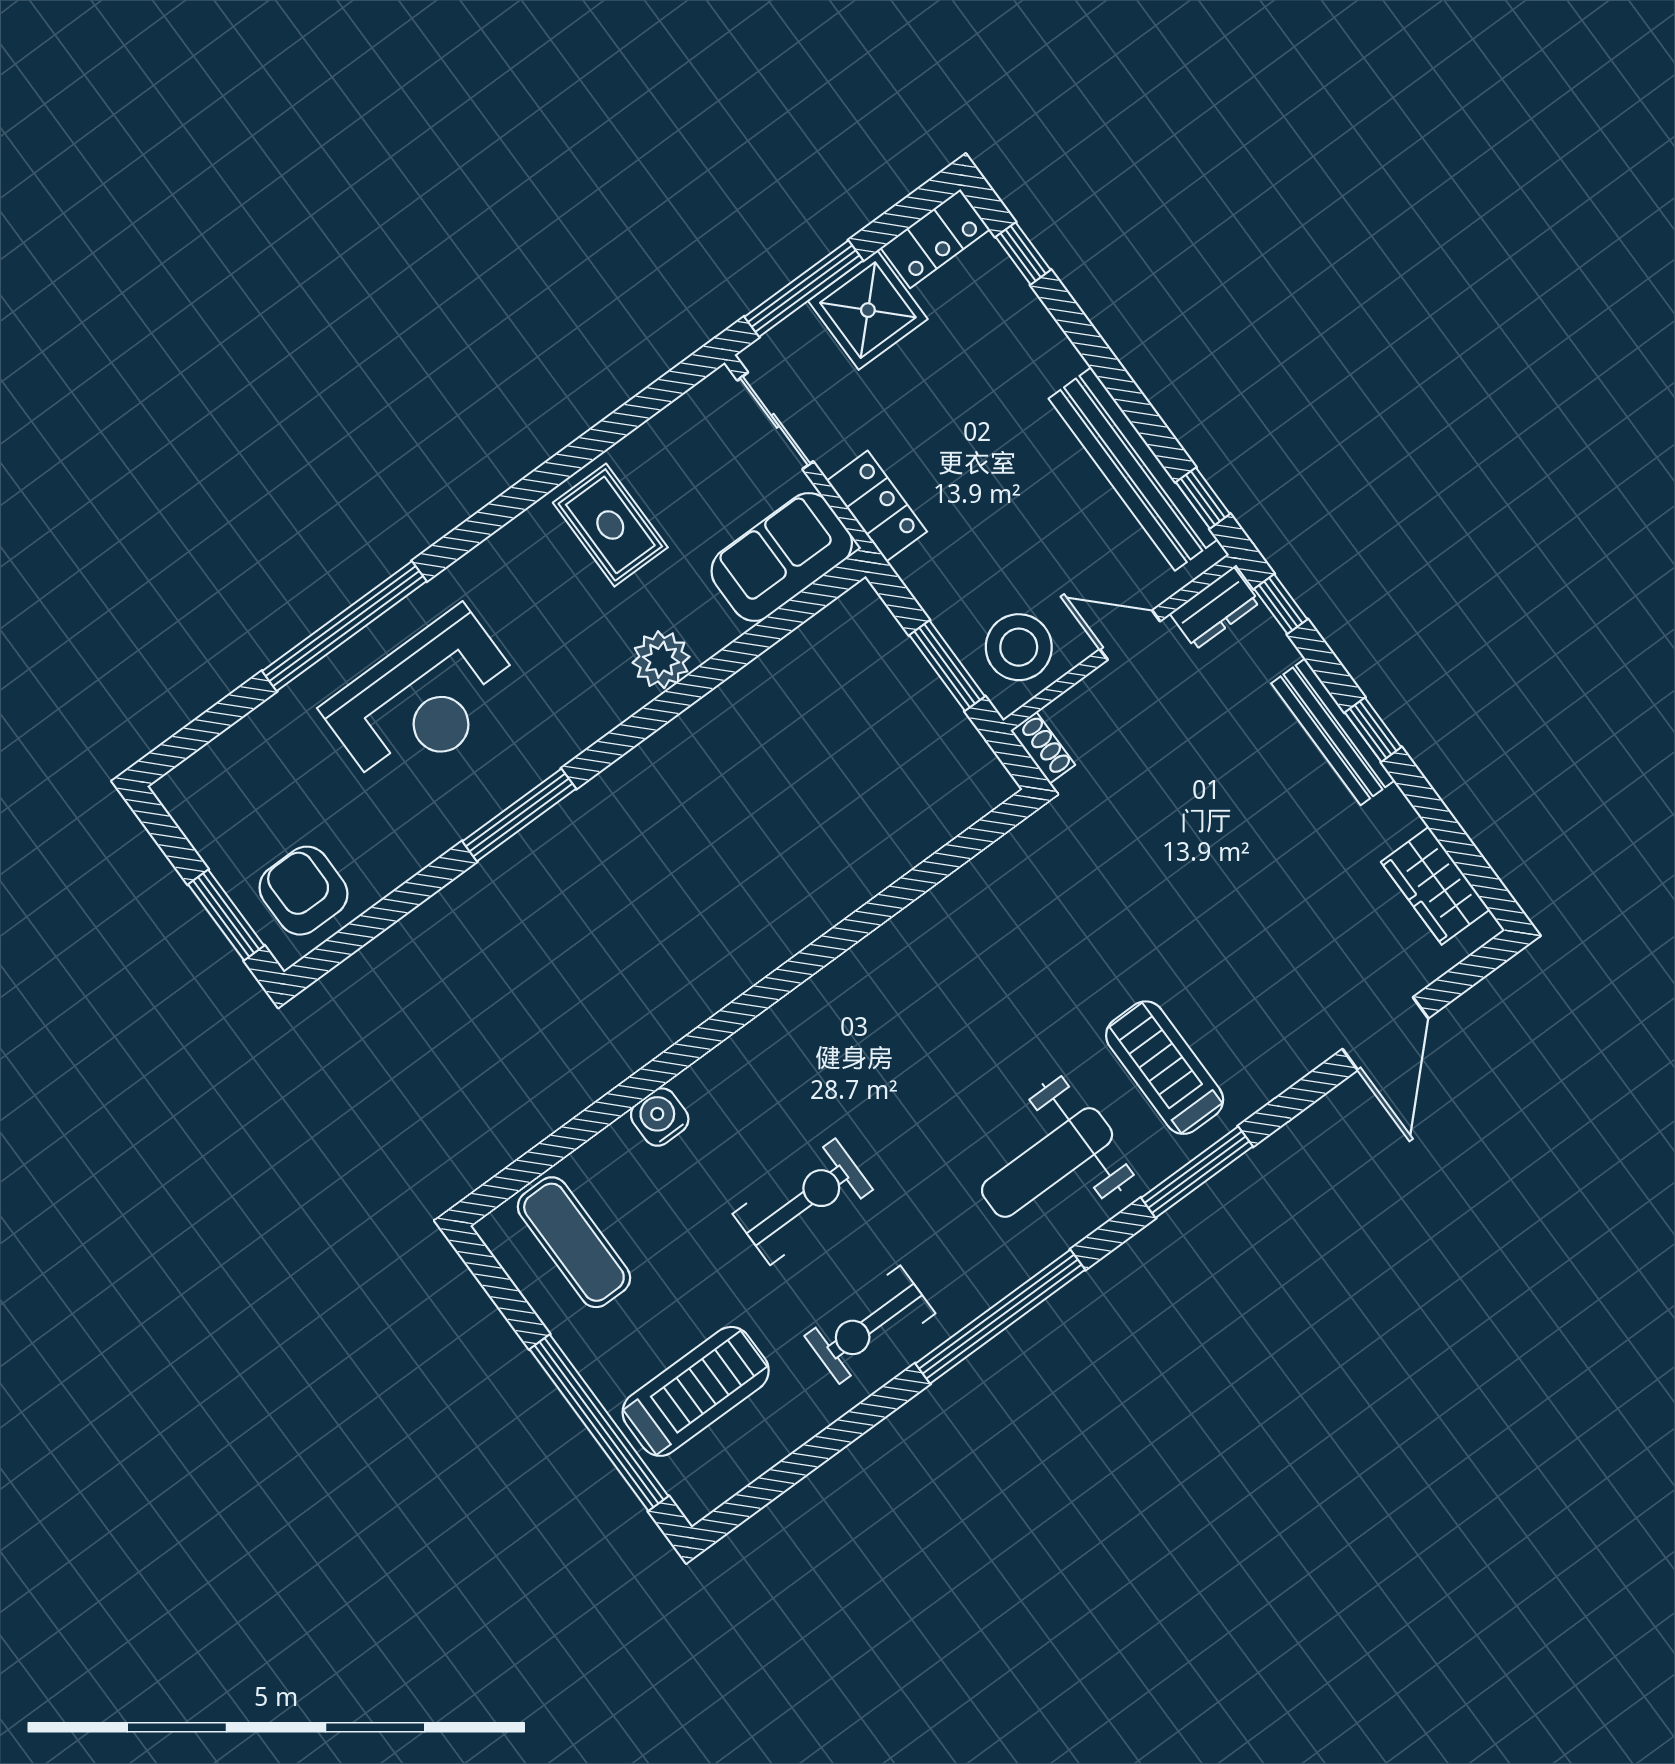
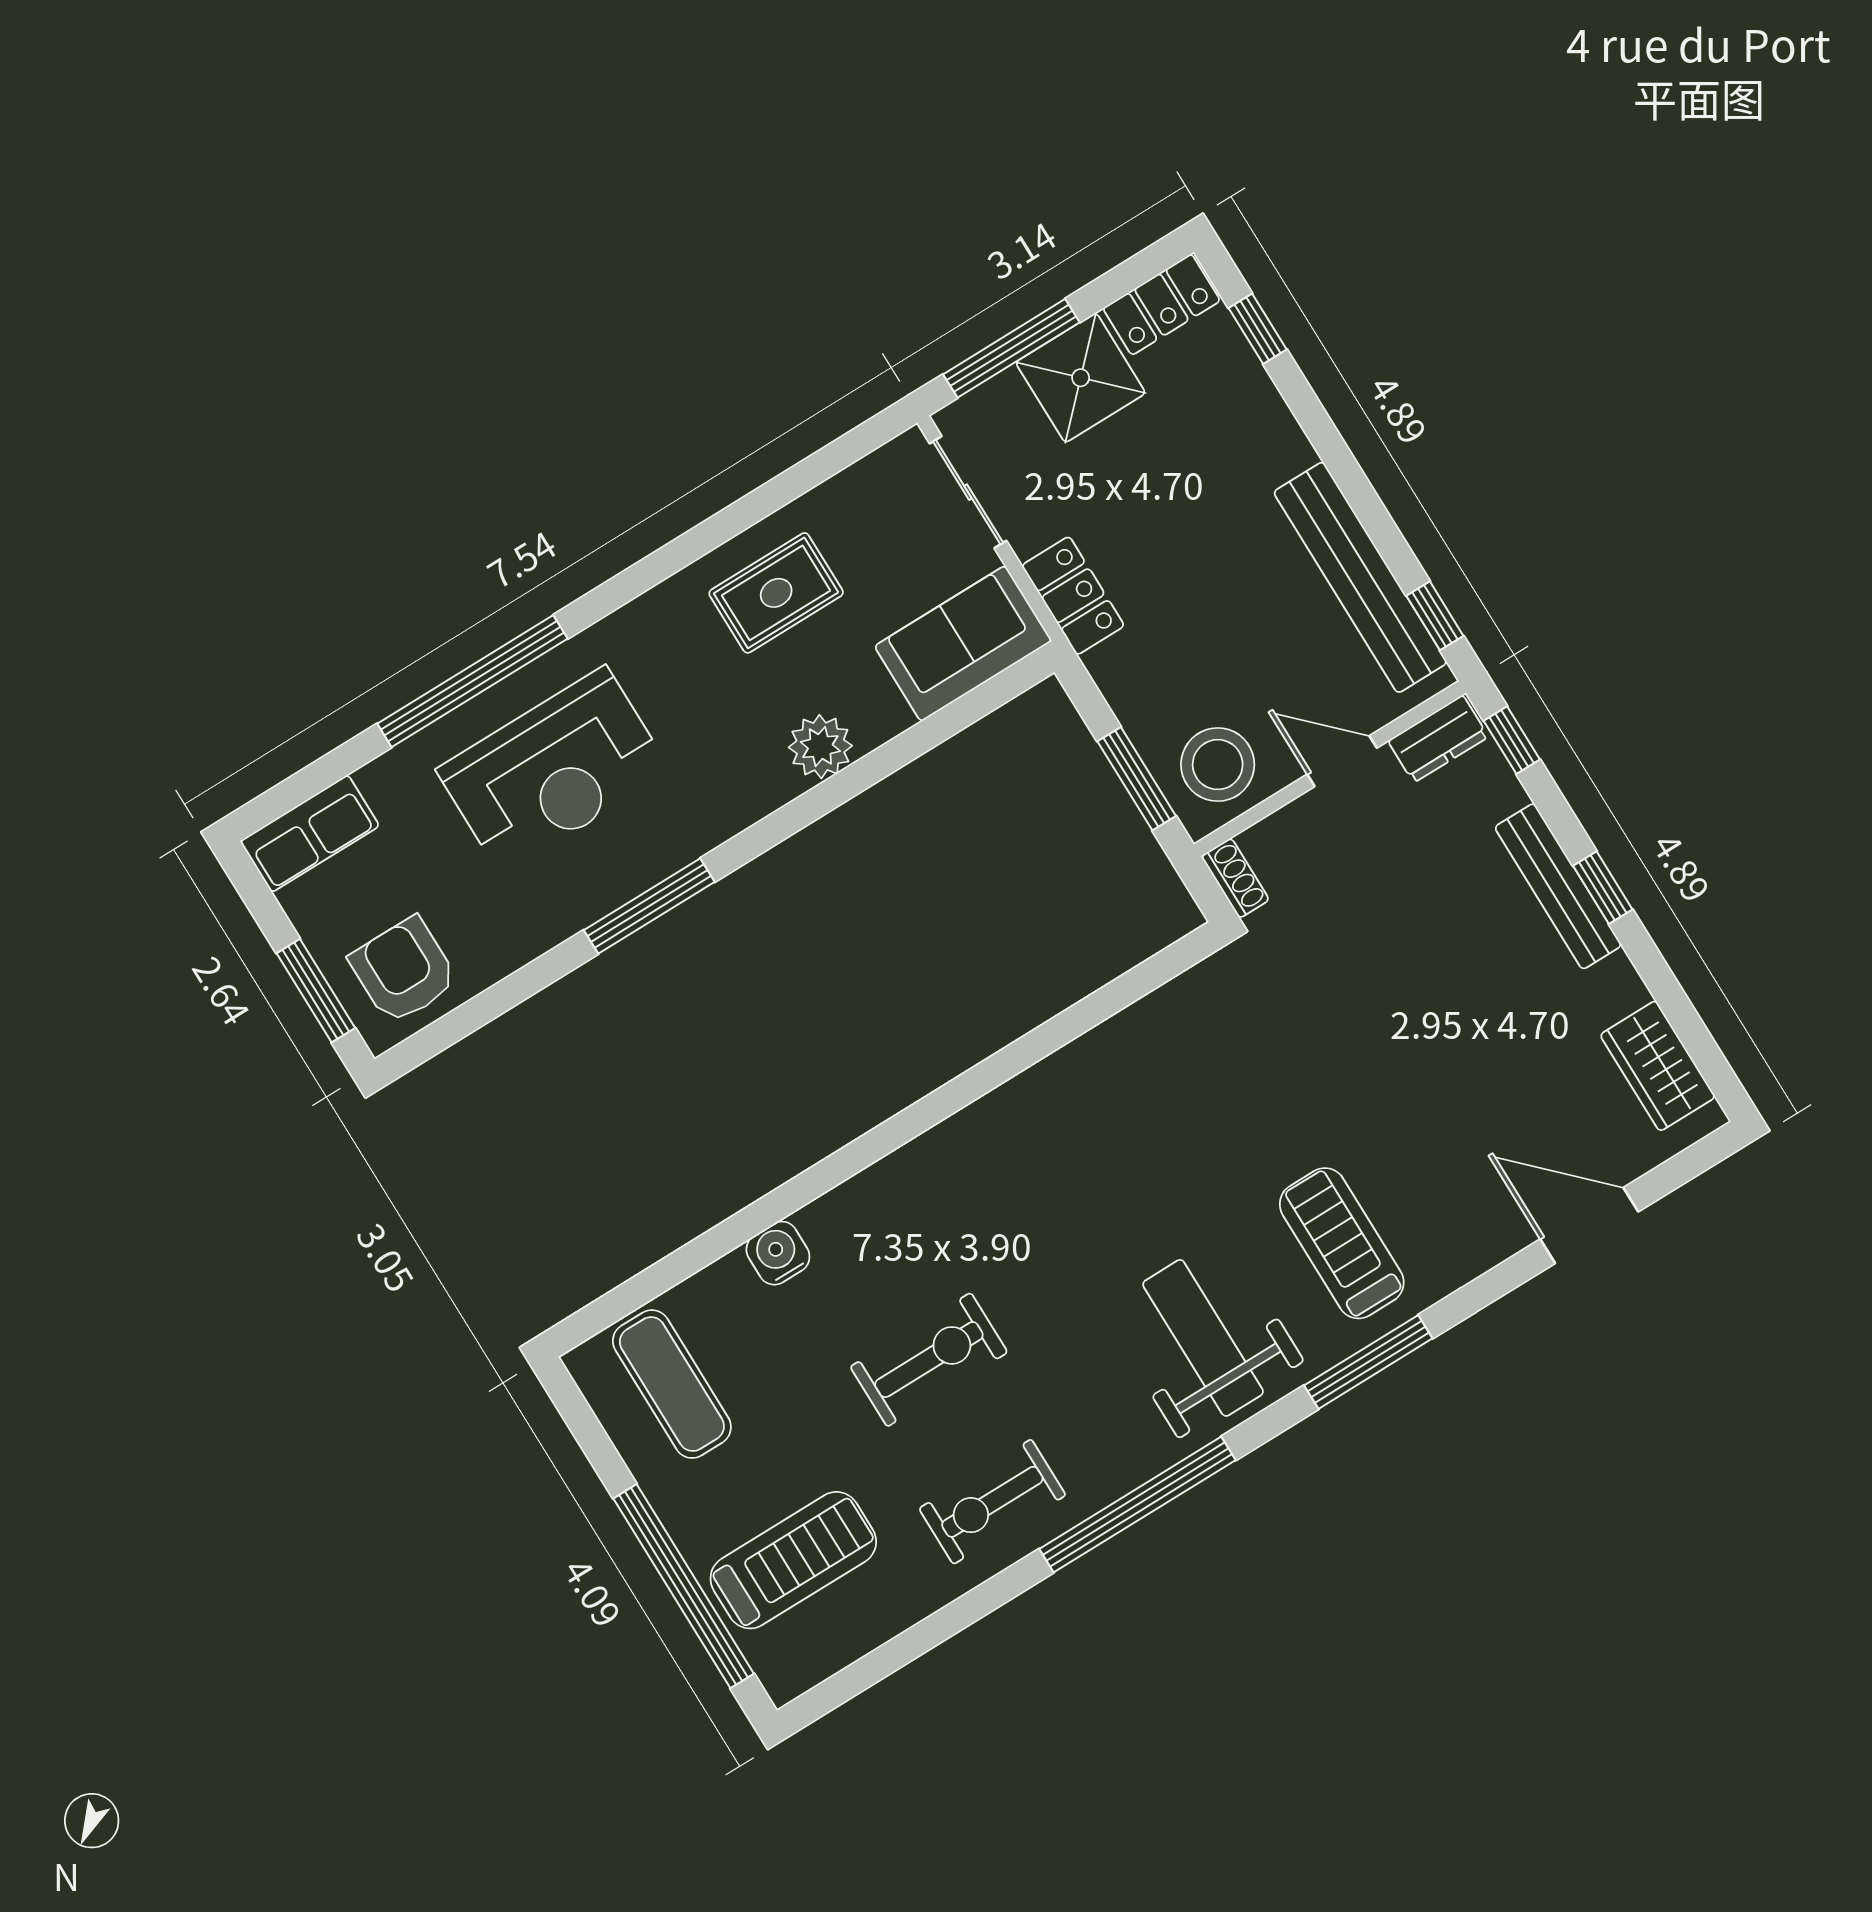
rug: (610, 525) -> (776, 593), turned 90
row of seats: (209, 775) -> (310, 834), added
door: (1385, 1034) -> (1589, 1225), swing flipped
weight bench: (1047, 1163) -> (1203, 1338), turned 90

